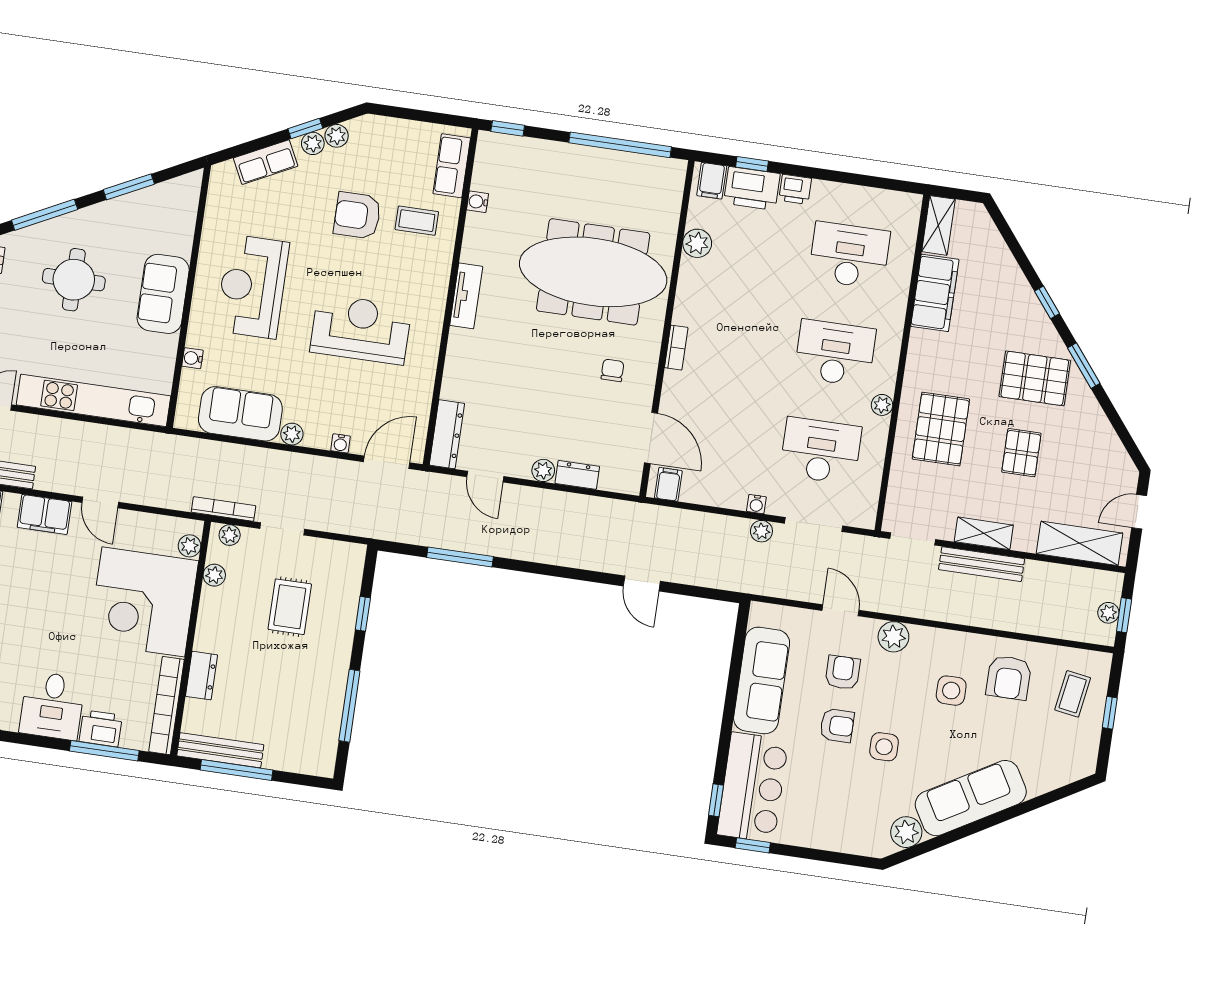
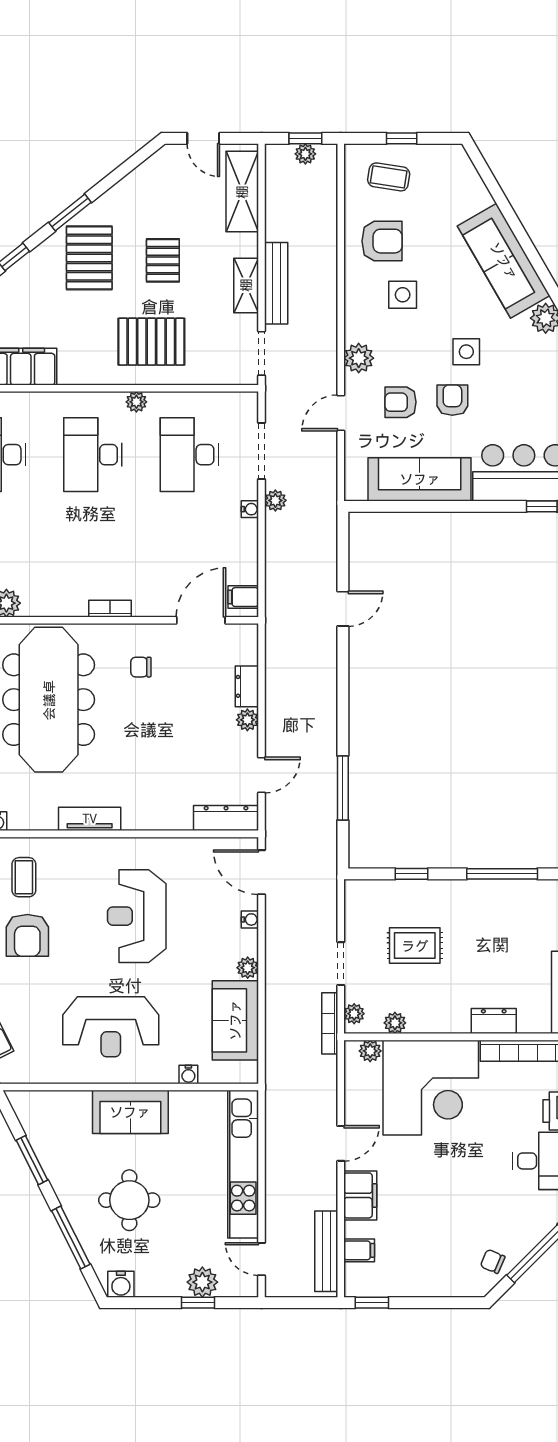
pallet: (1021, 453) -> (163, 260), turned 90

